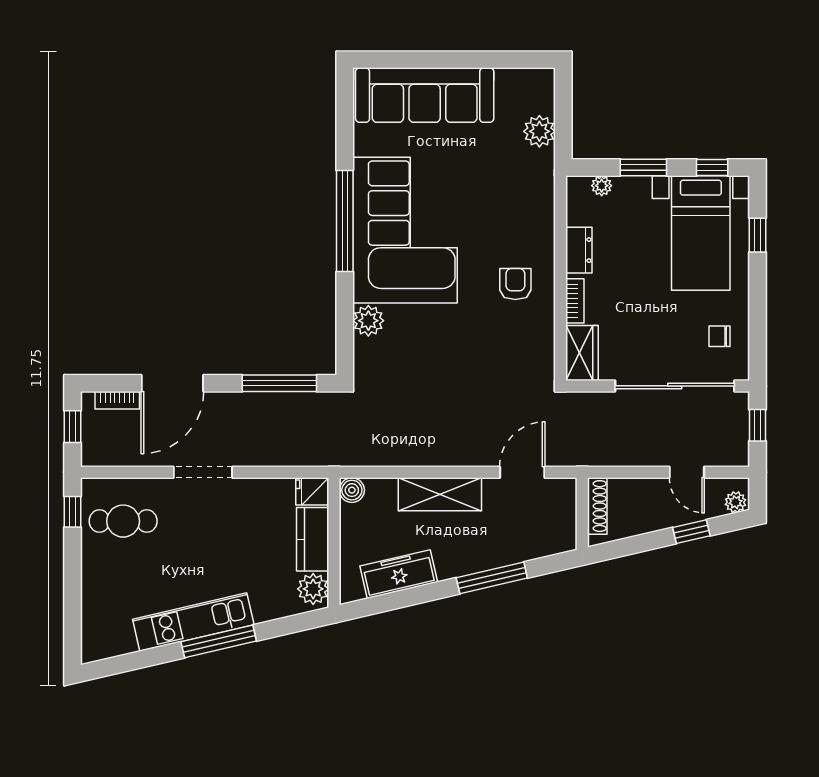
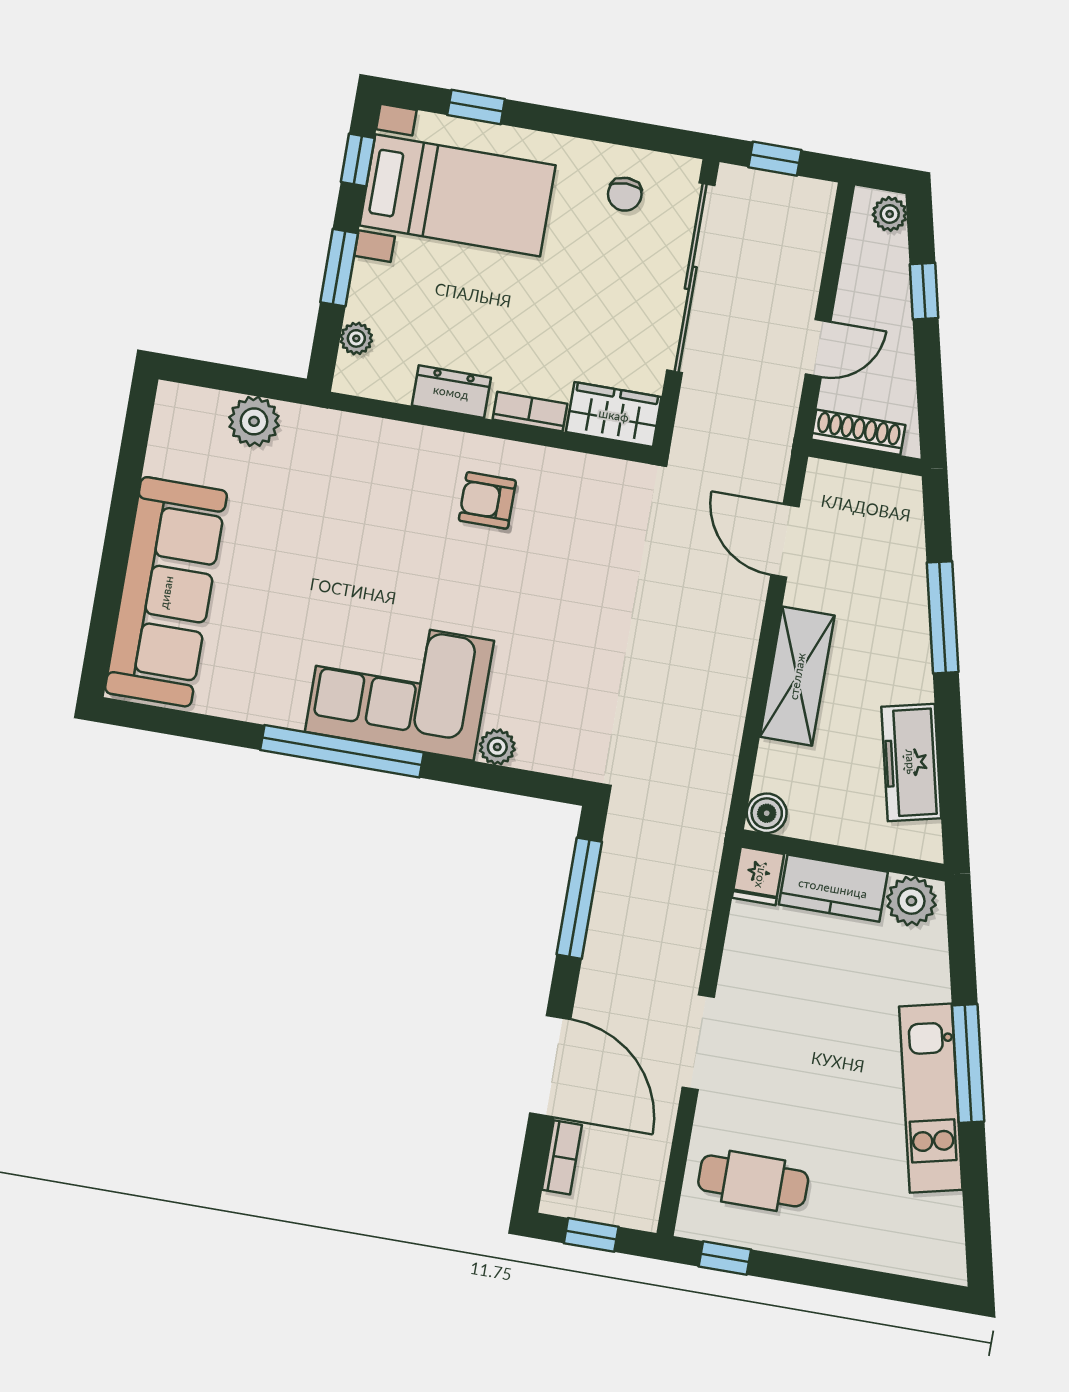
corner sofa: (405, 230) -> (399, 686), width x0.73, depth x0.74
plant: (368, 321) -> (497, 747), width x0.73, depth x0.73
door: (687, 472) -> (818, 348), moved
cafe table: (123, 521) -> (753, 1181), turned 90

